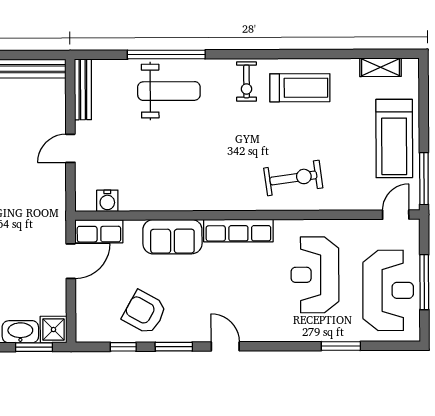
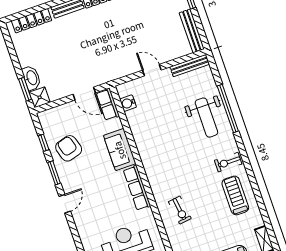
treadmill: (300, 88) -> (235, 195), turned 180
exercise bike: (293, 178) -> (180, 210), width x0.73, depth x0.72
armchair: (144, 312) -> (69, 148), turned -45

